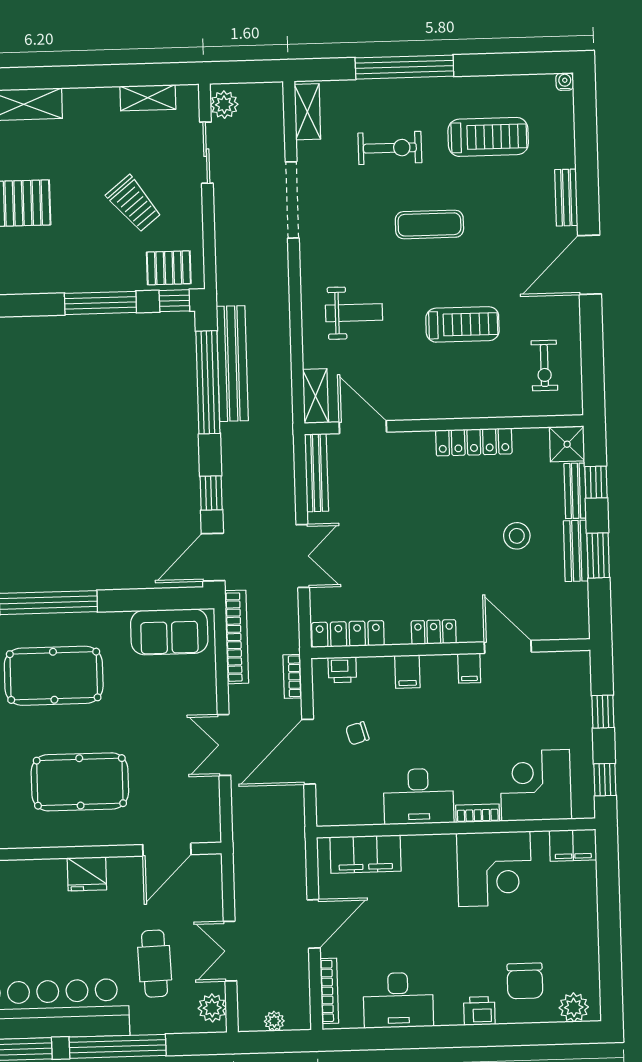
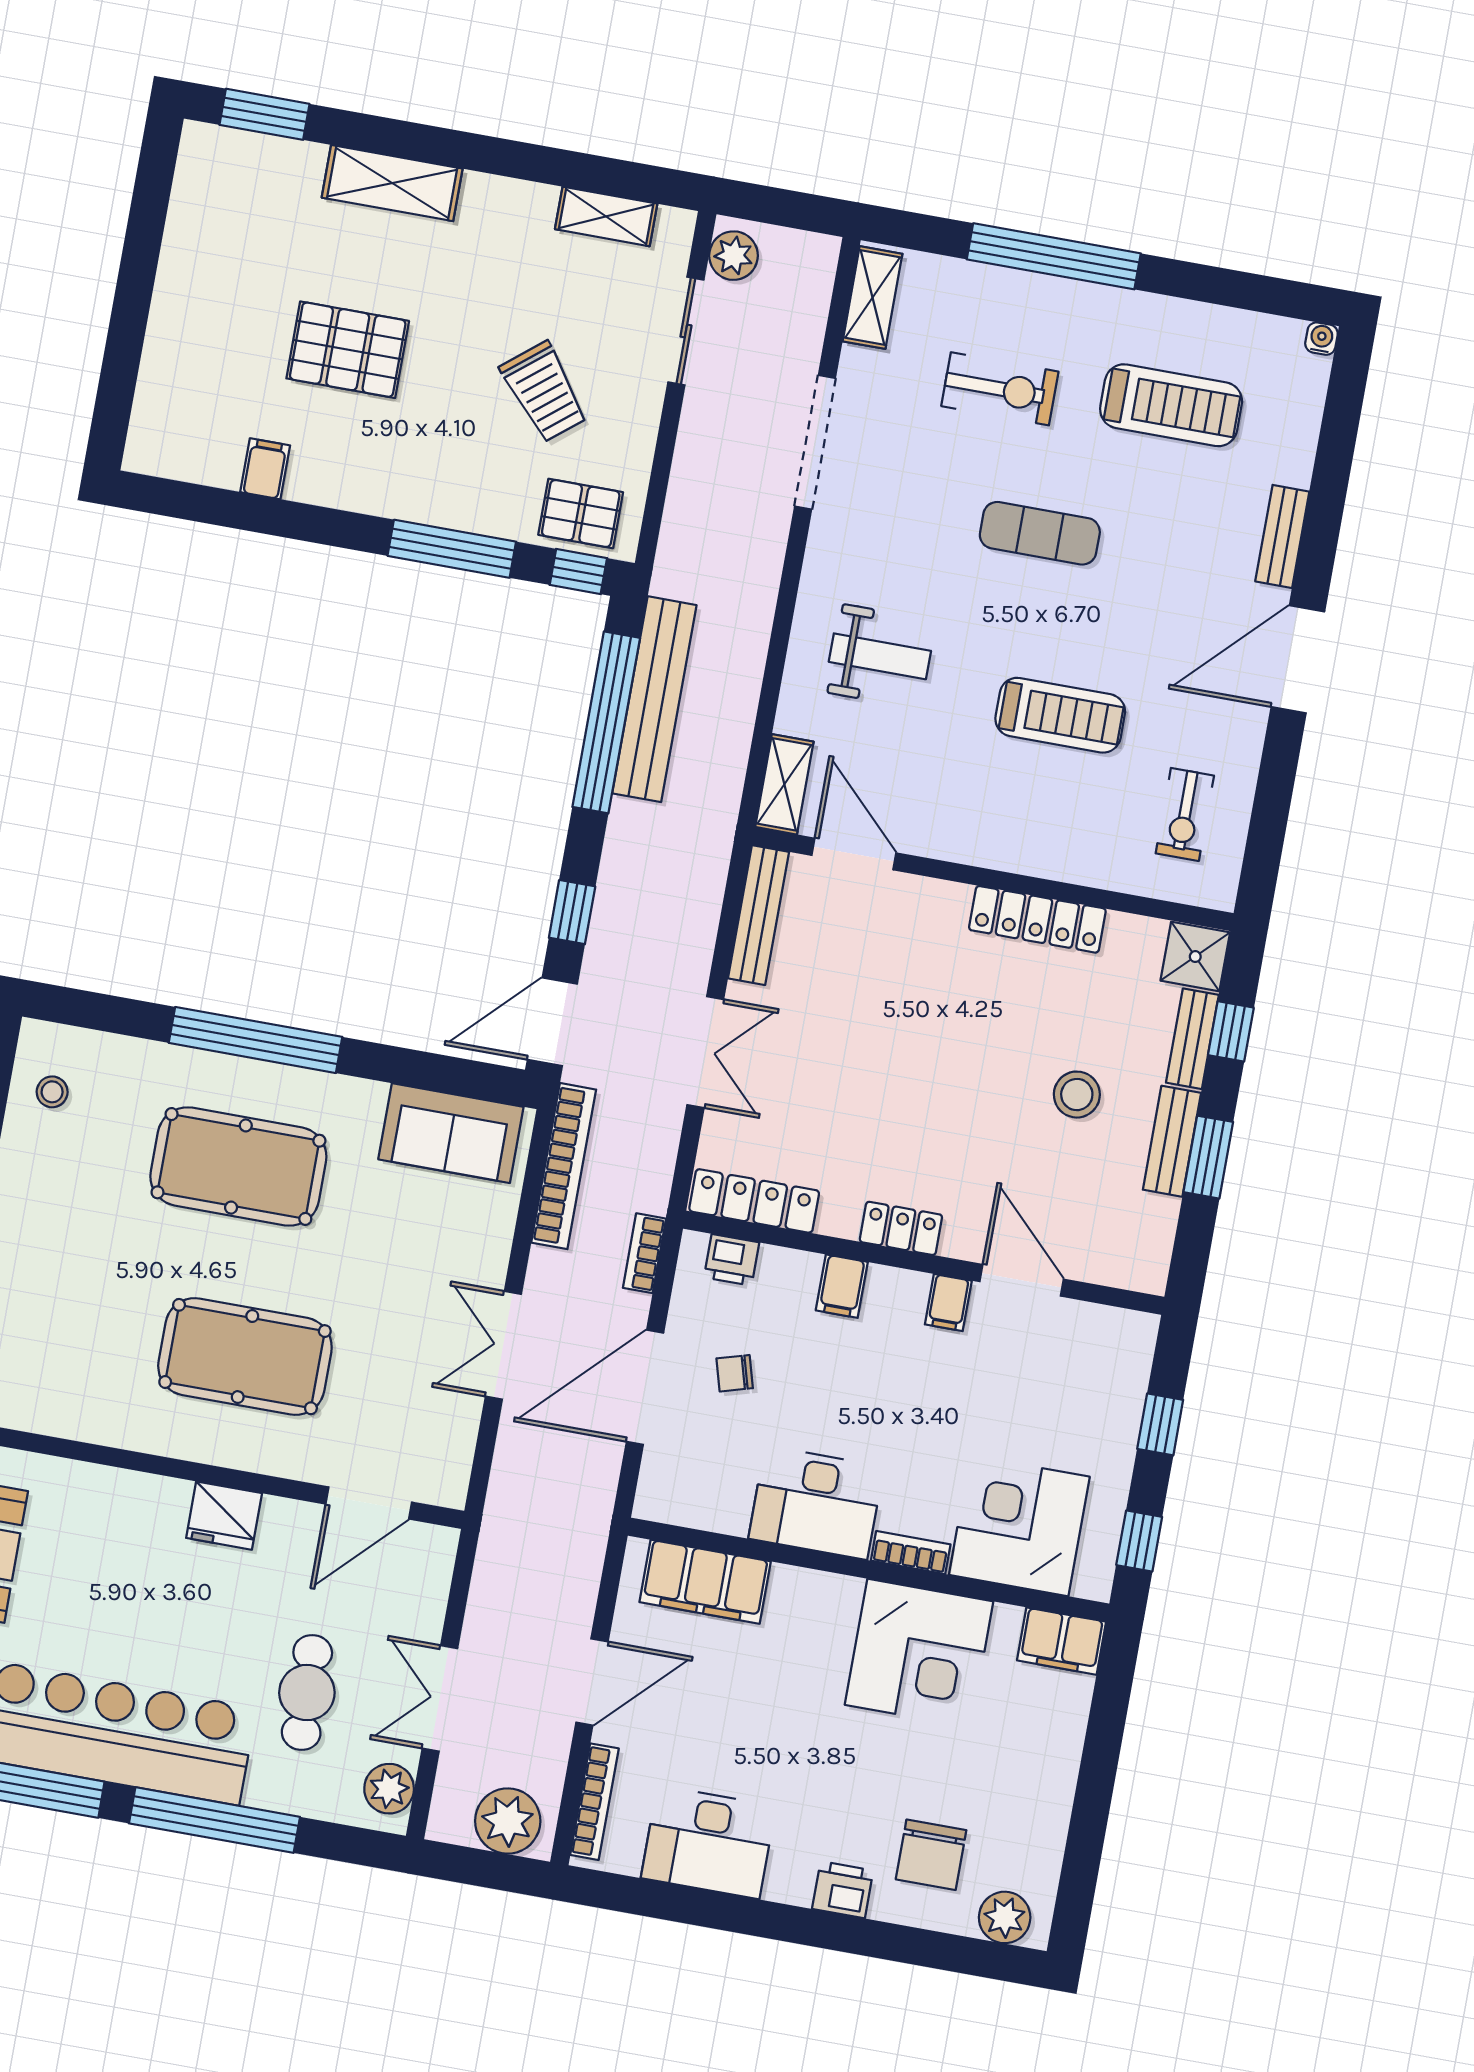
plant: (274, 1021) -> (508, 1821), width x1.88, depth x1.88

